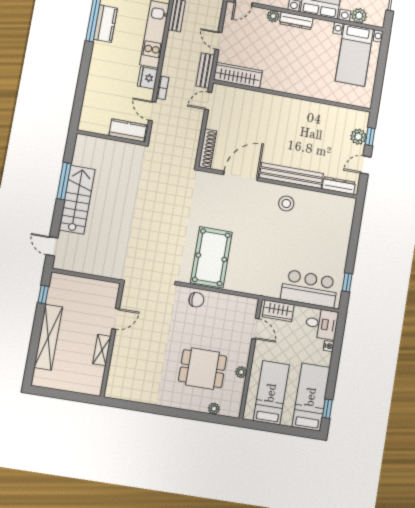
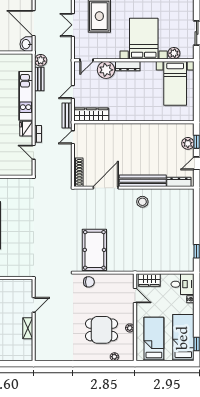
plant: (273, 16) -> (106, 70), width x1.88, depth x1.88
door: (218, 41) -> (73, 92), hinge flipped
kitchen counter: (128, 130) -> (19, 169), removed
bar counter: (309, 289) -> (169, 260), removed

